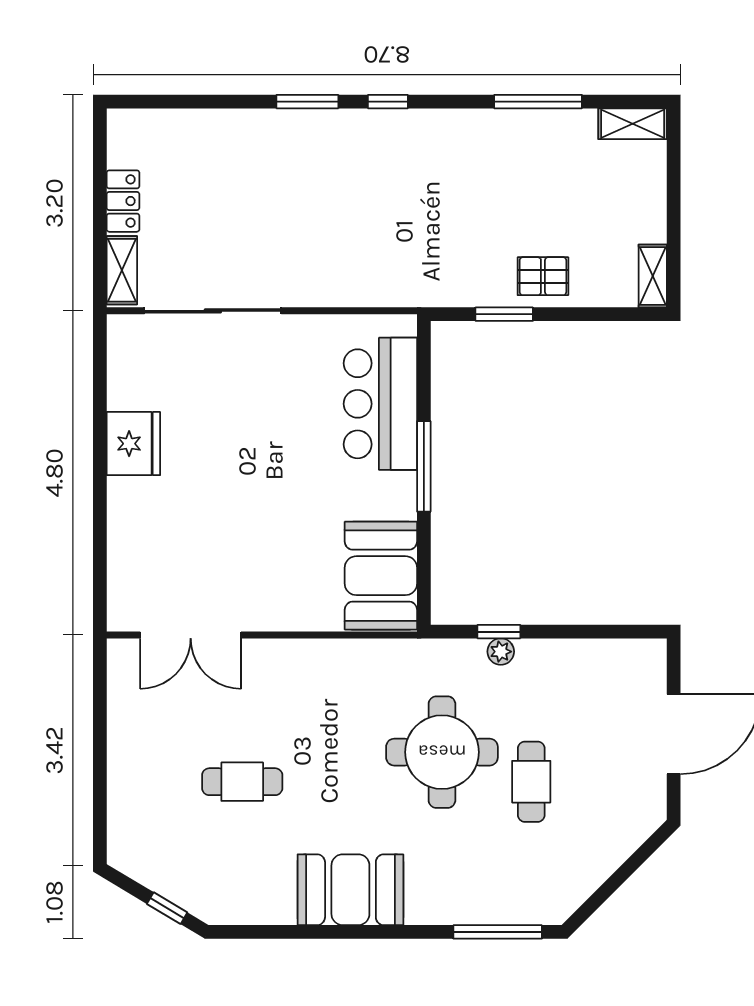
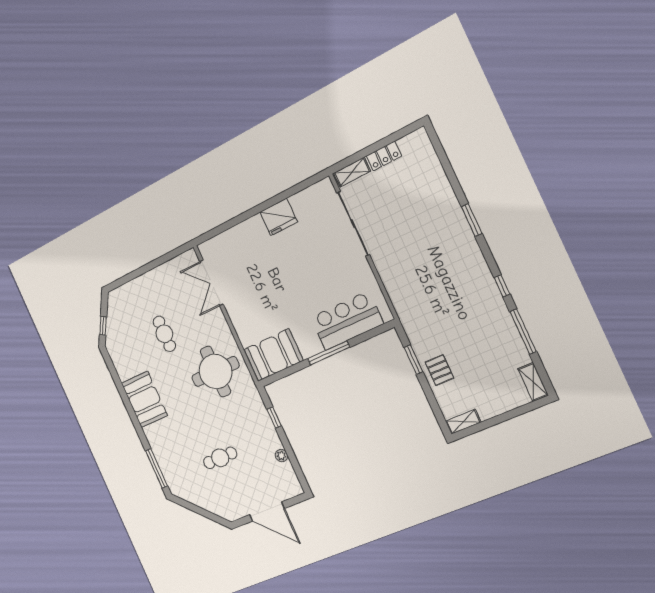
window: (388, 102) -> (502, 286), moved
plant: (501, 652) -> (281, 456), moved
round table: (442, 752) -> (215, 371), moved

